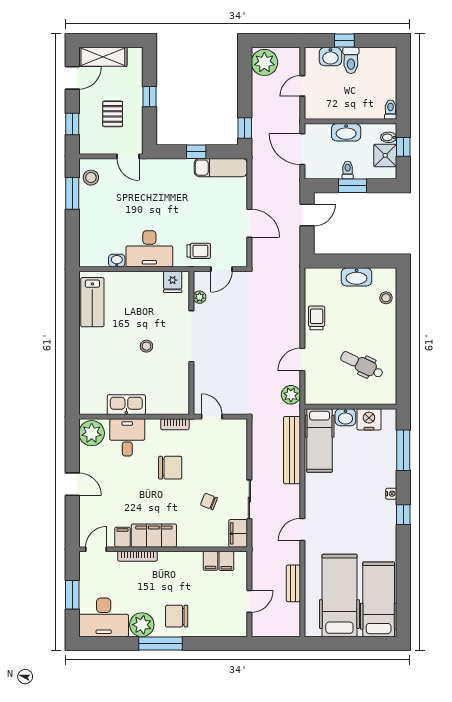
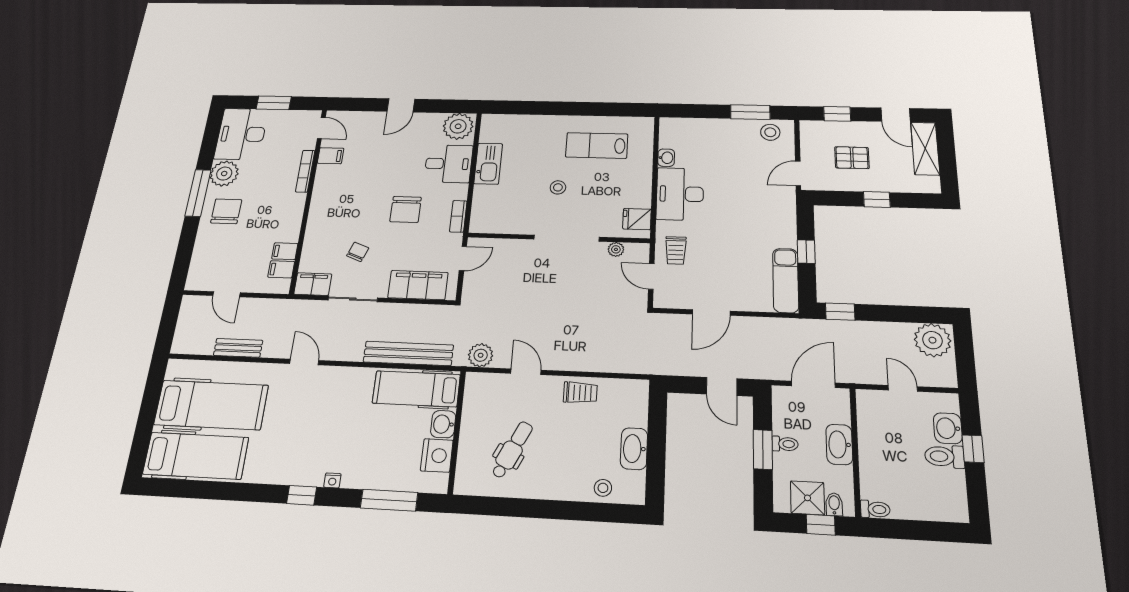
lab bench: (92, 302) -> (597, 145), moved
filing cabinet: (154, 536) -> (418, 285), moved, turned -90

